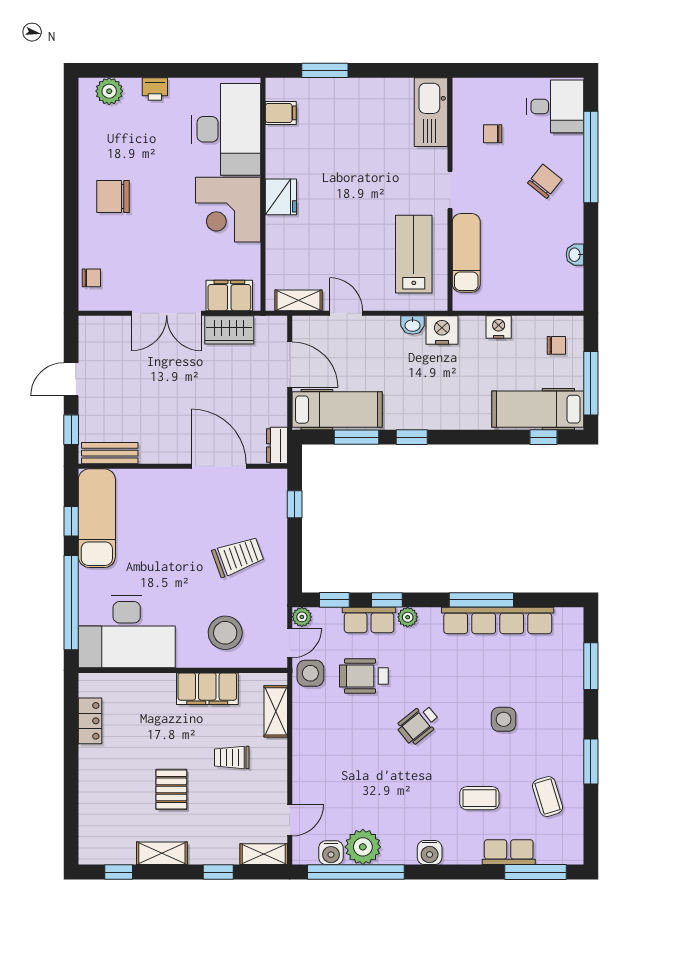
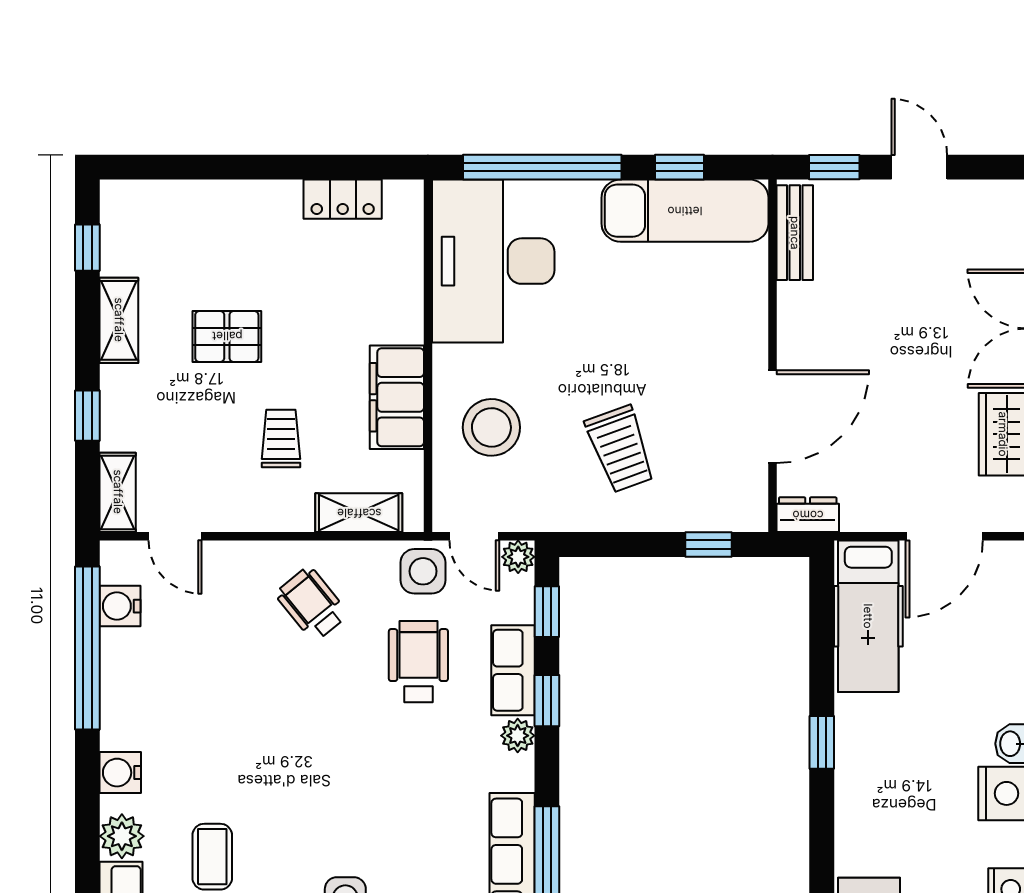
window: (356, 437) -> (822, 649), removed
wheelchair: (418, 724) -> (312, 604), moved
plant: (363, 847) -> (122, 836), moved, width x0.73, depth x0.73

